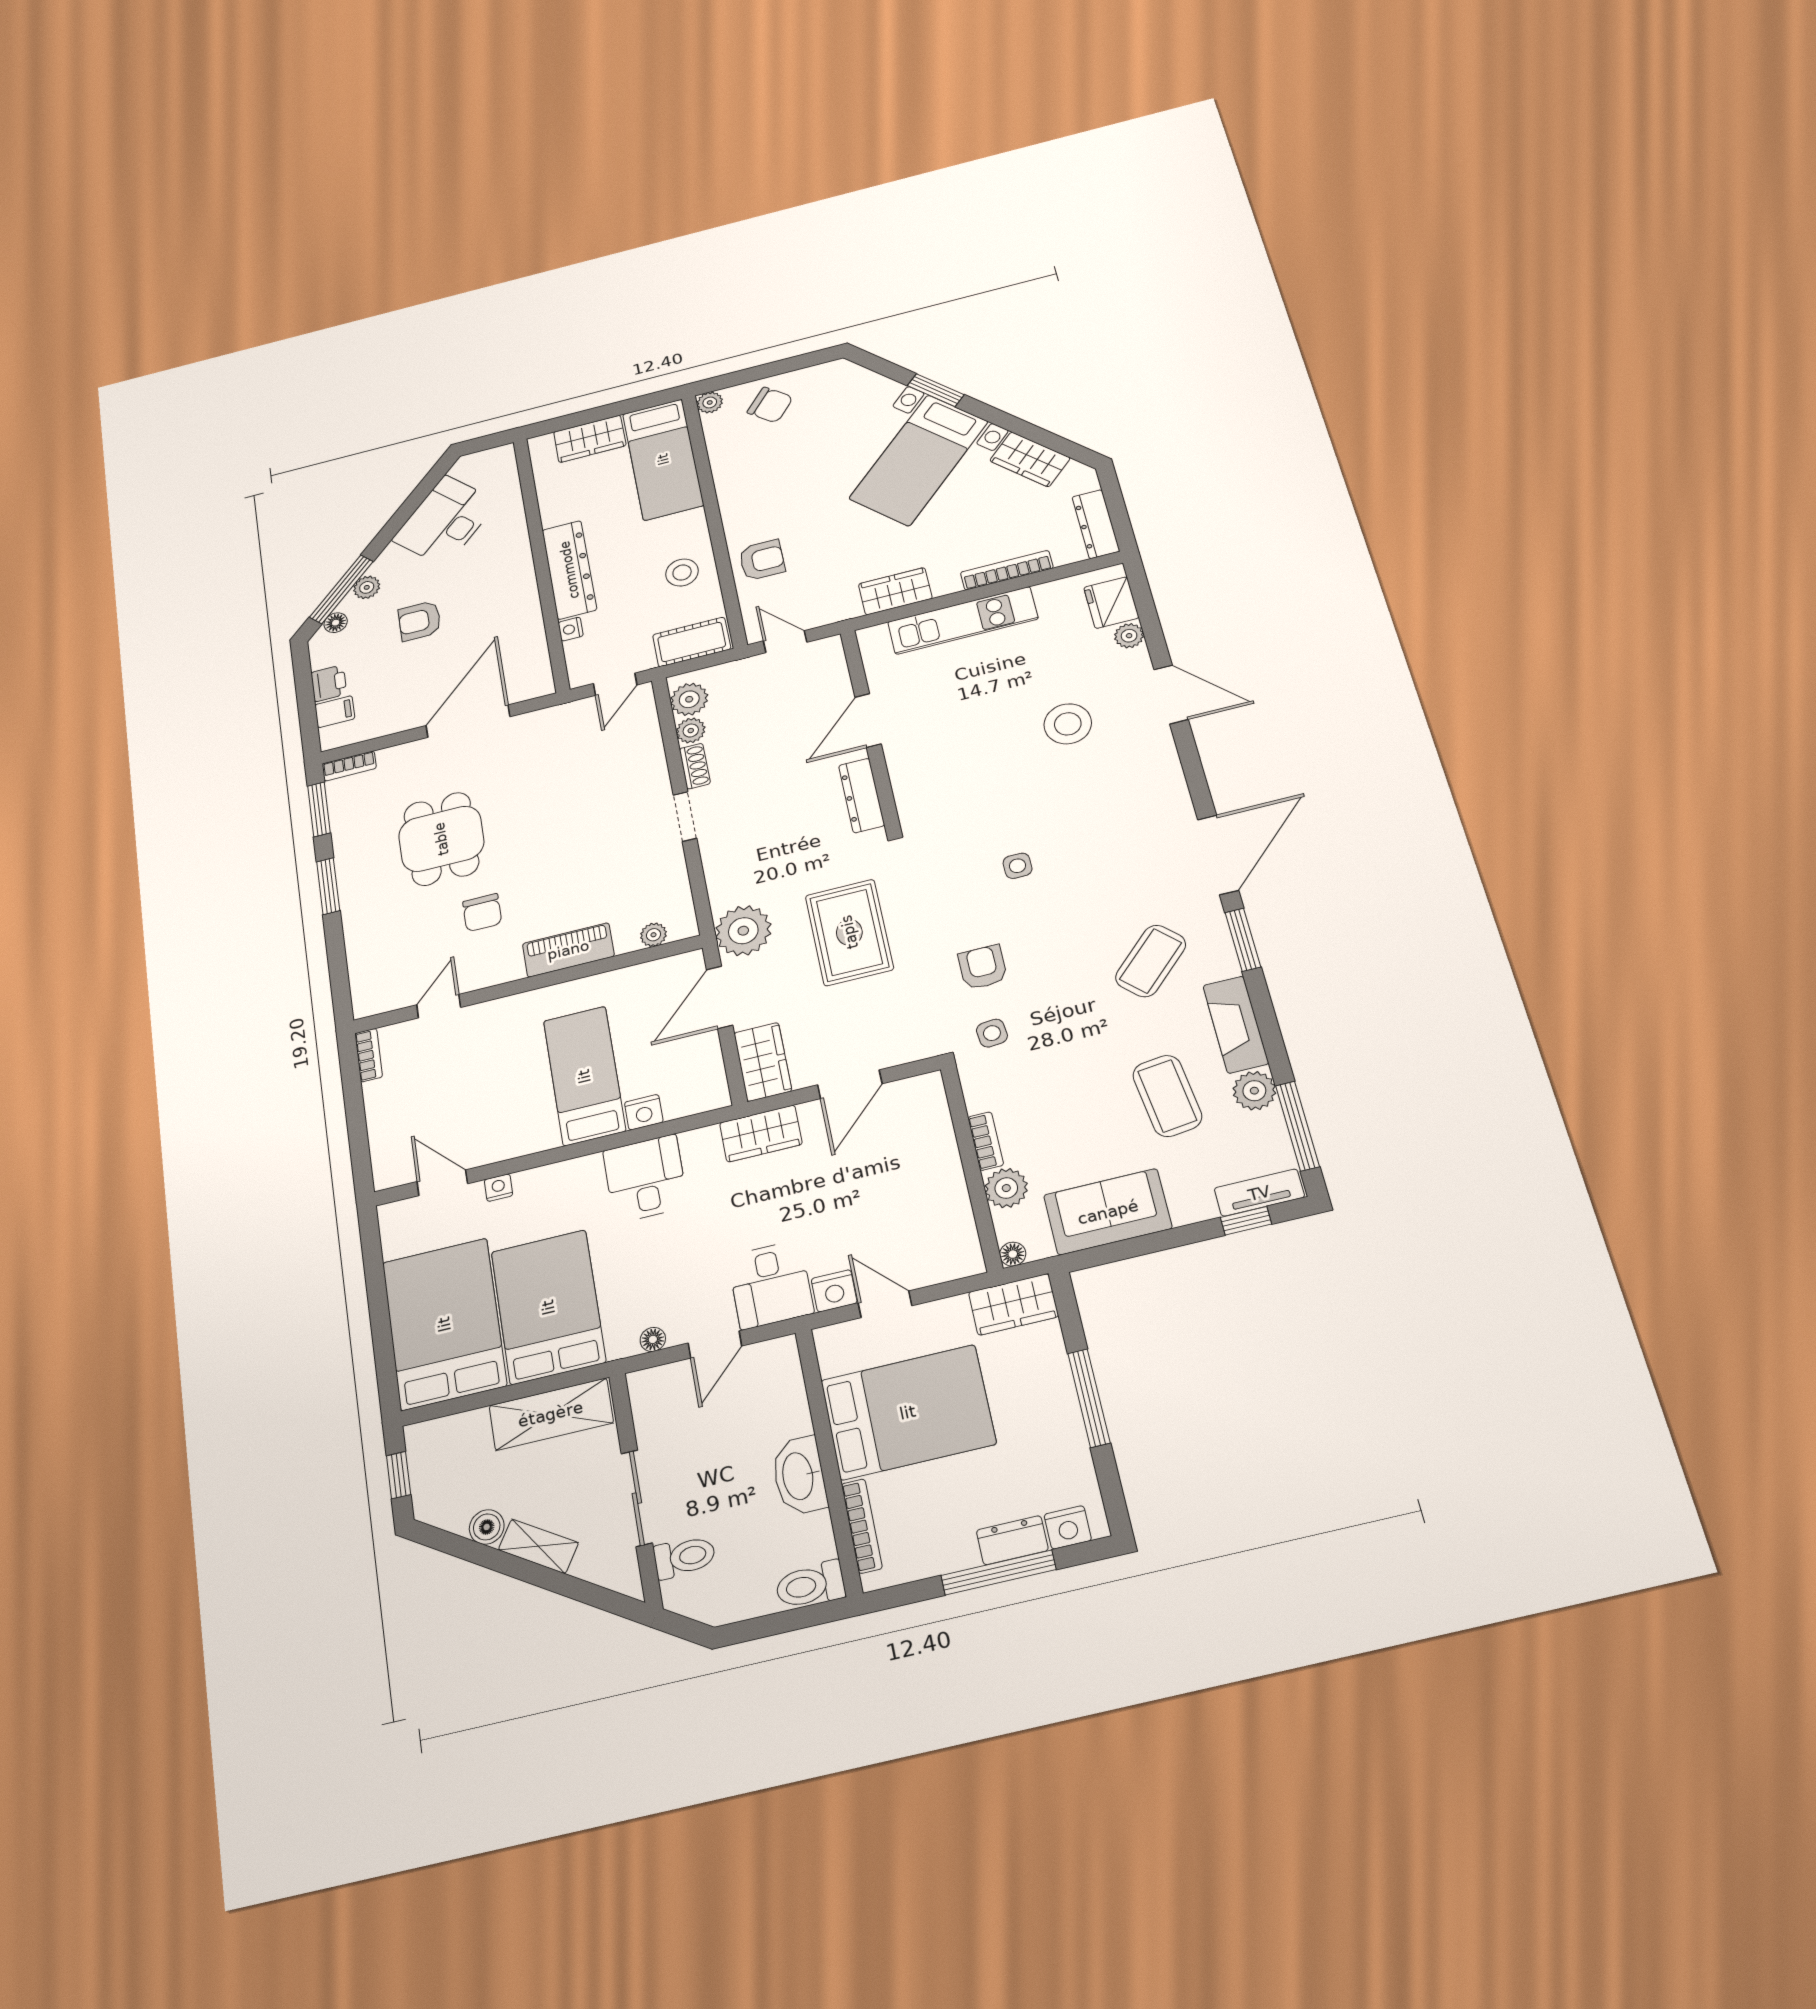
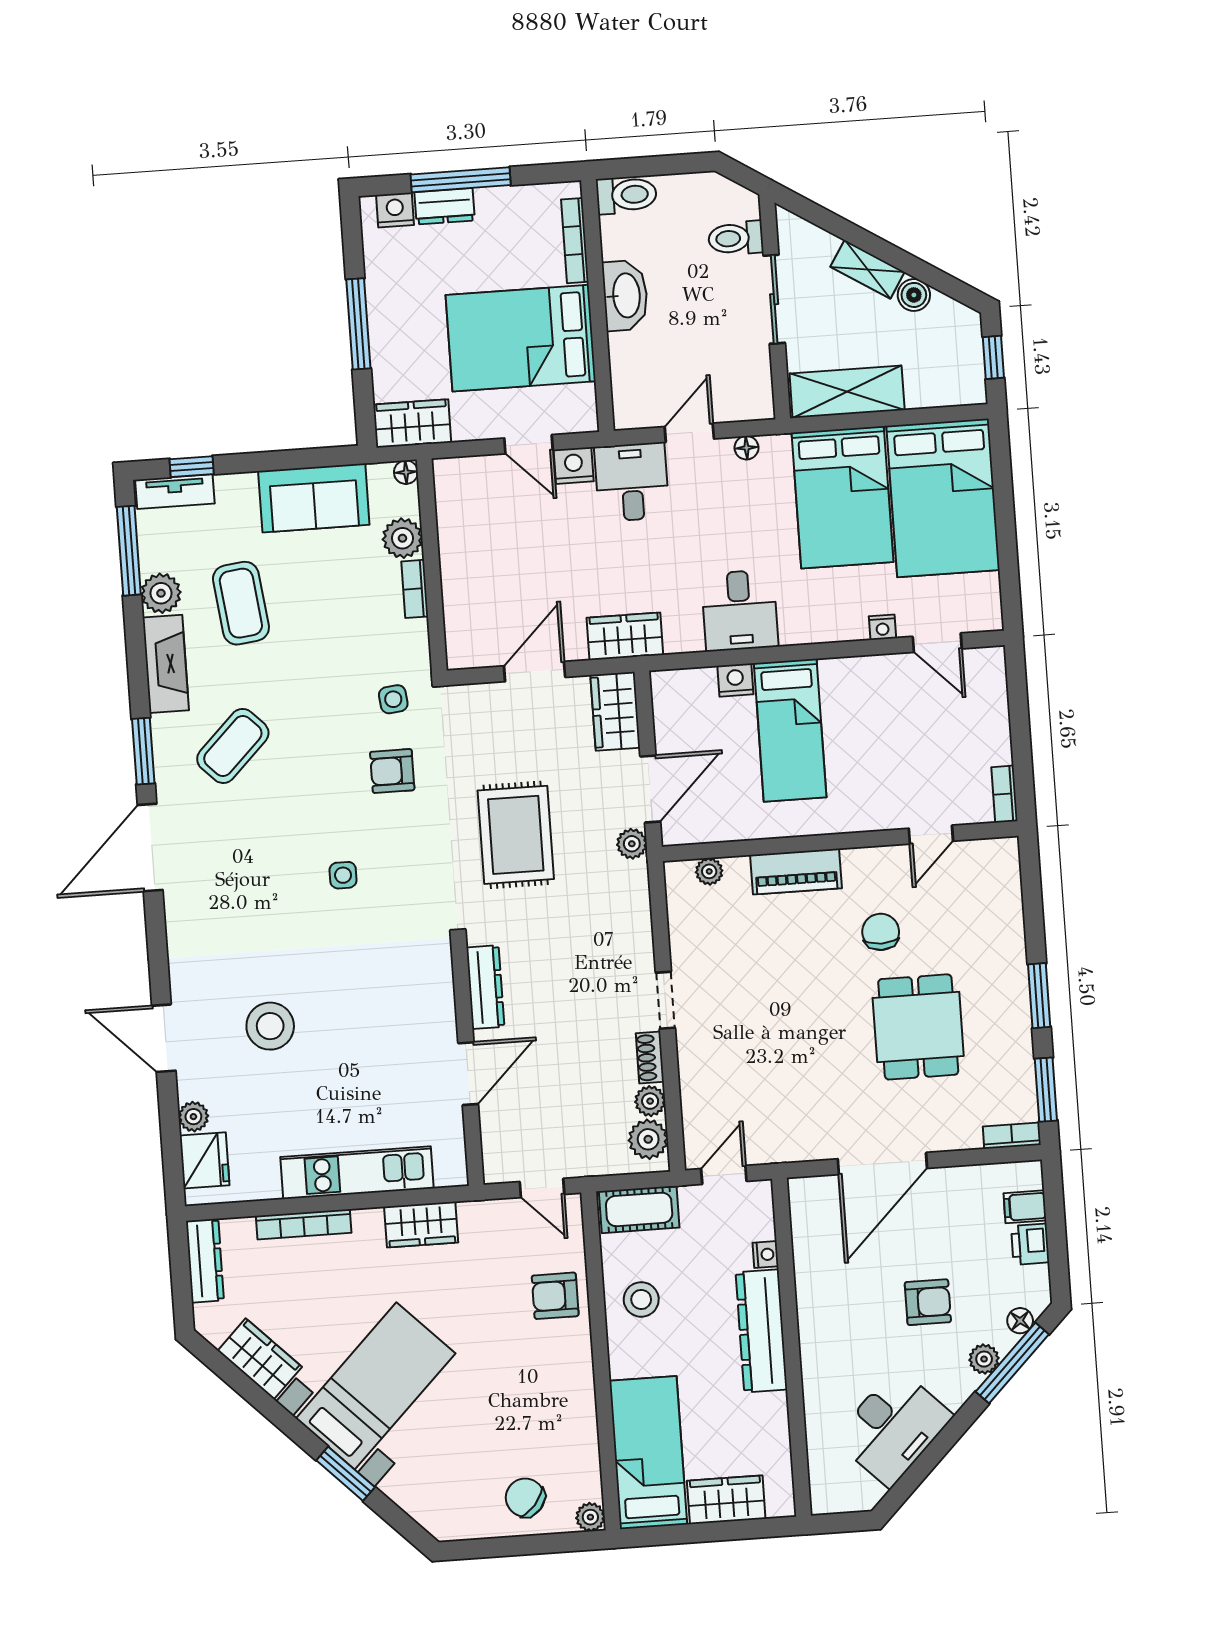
plant: (743, 931) -> (632, 844), width x0.53, depth x0.53
armchair: (983, 967) -> (392, 771), turned 90

